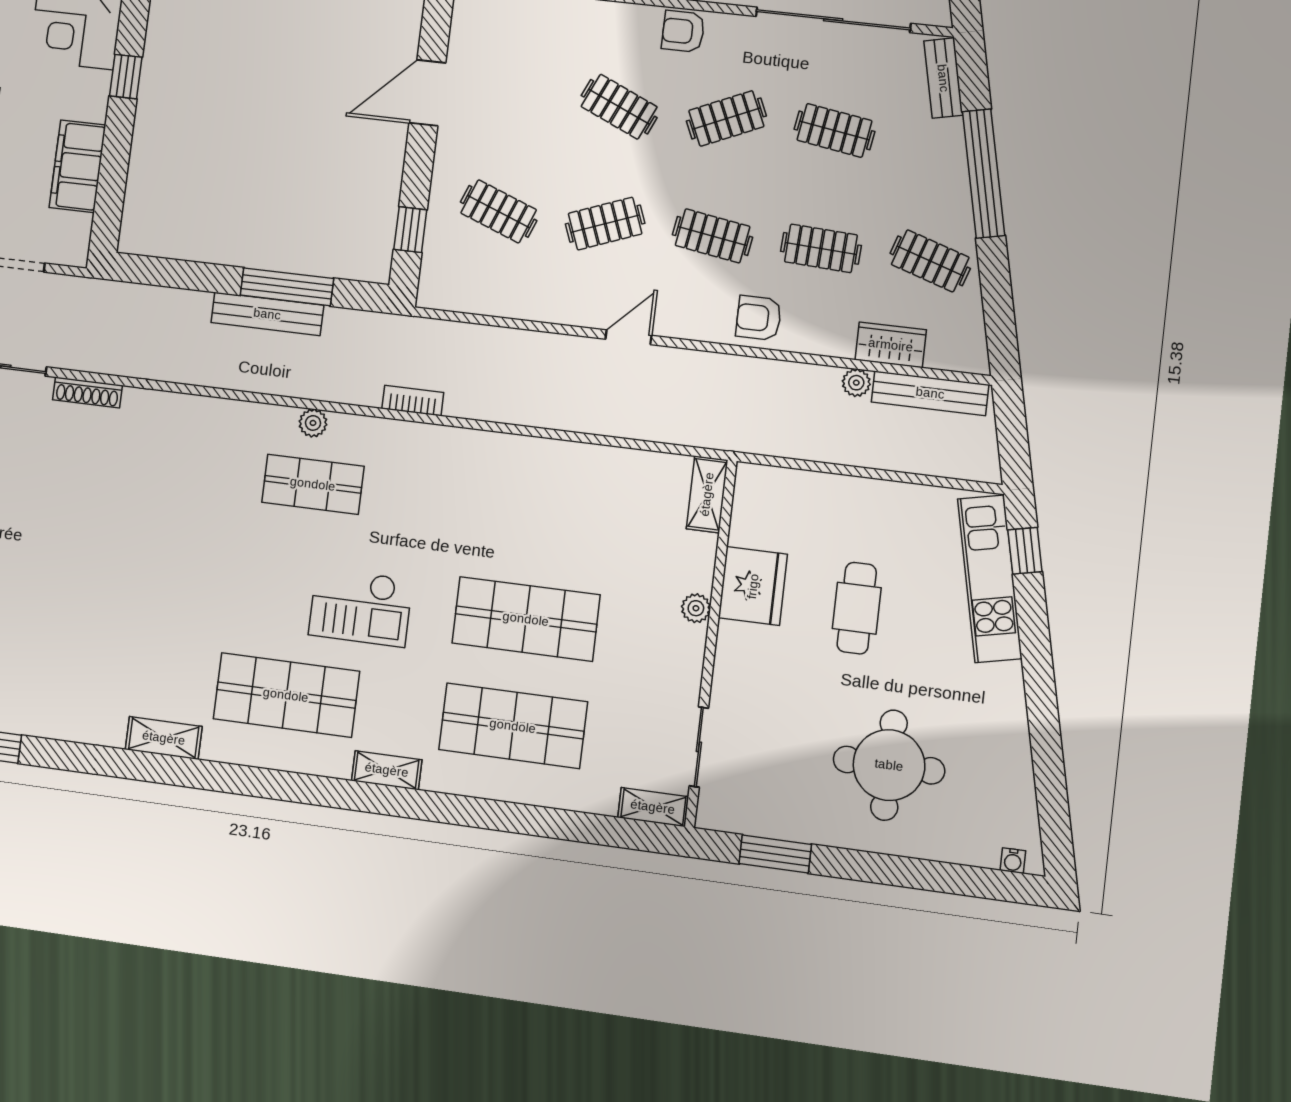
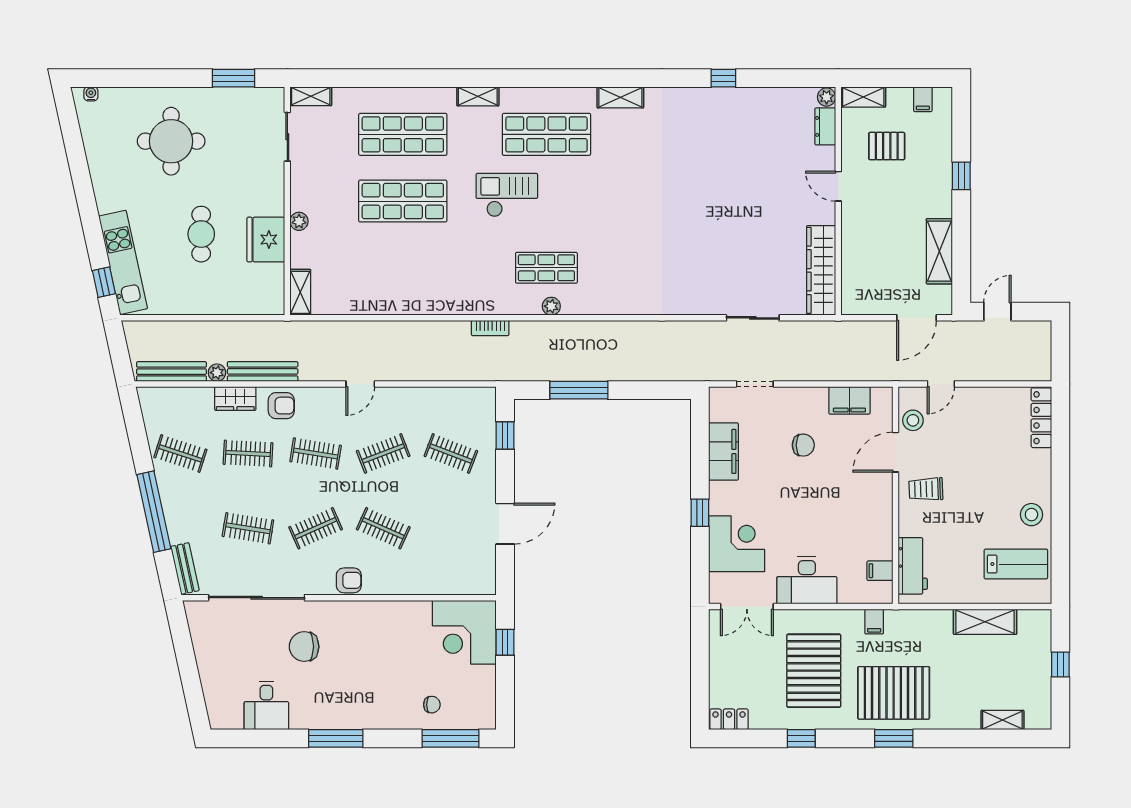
bench: (267, 314) -> (263, 371), moved
wardrobe: (891, 345) -> (235, 399), moved
shoe rack: (87, 393) -> (698, 308), removed

